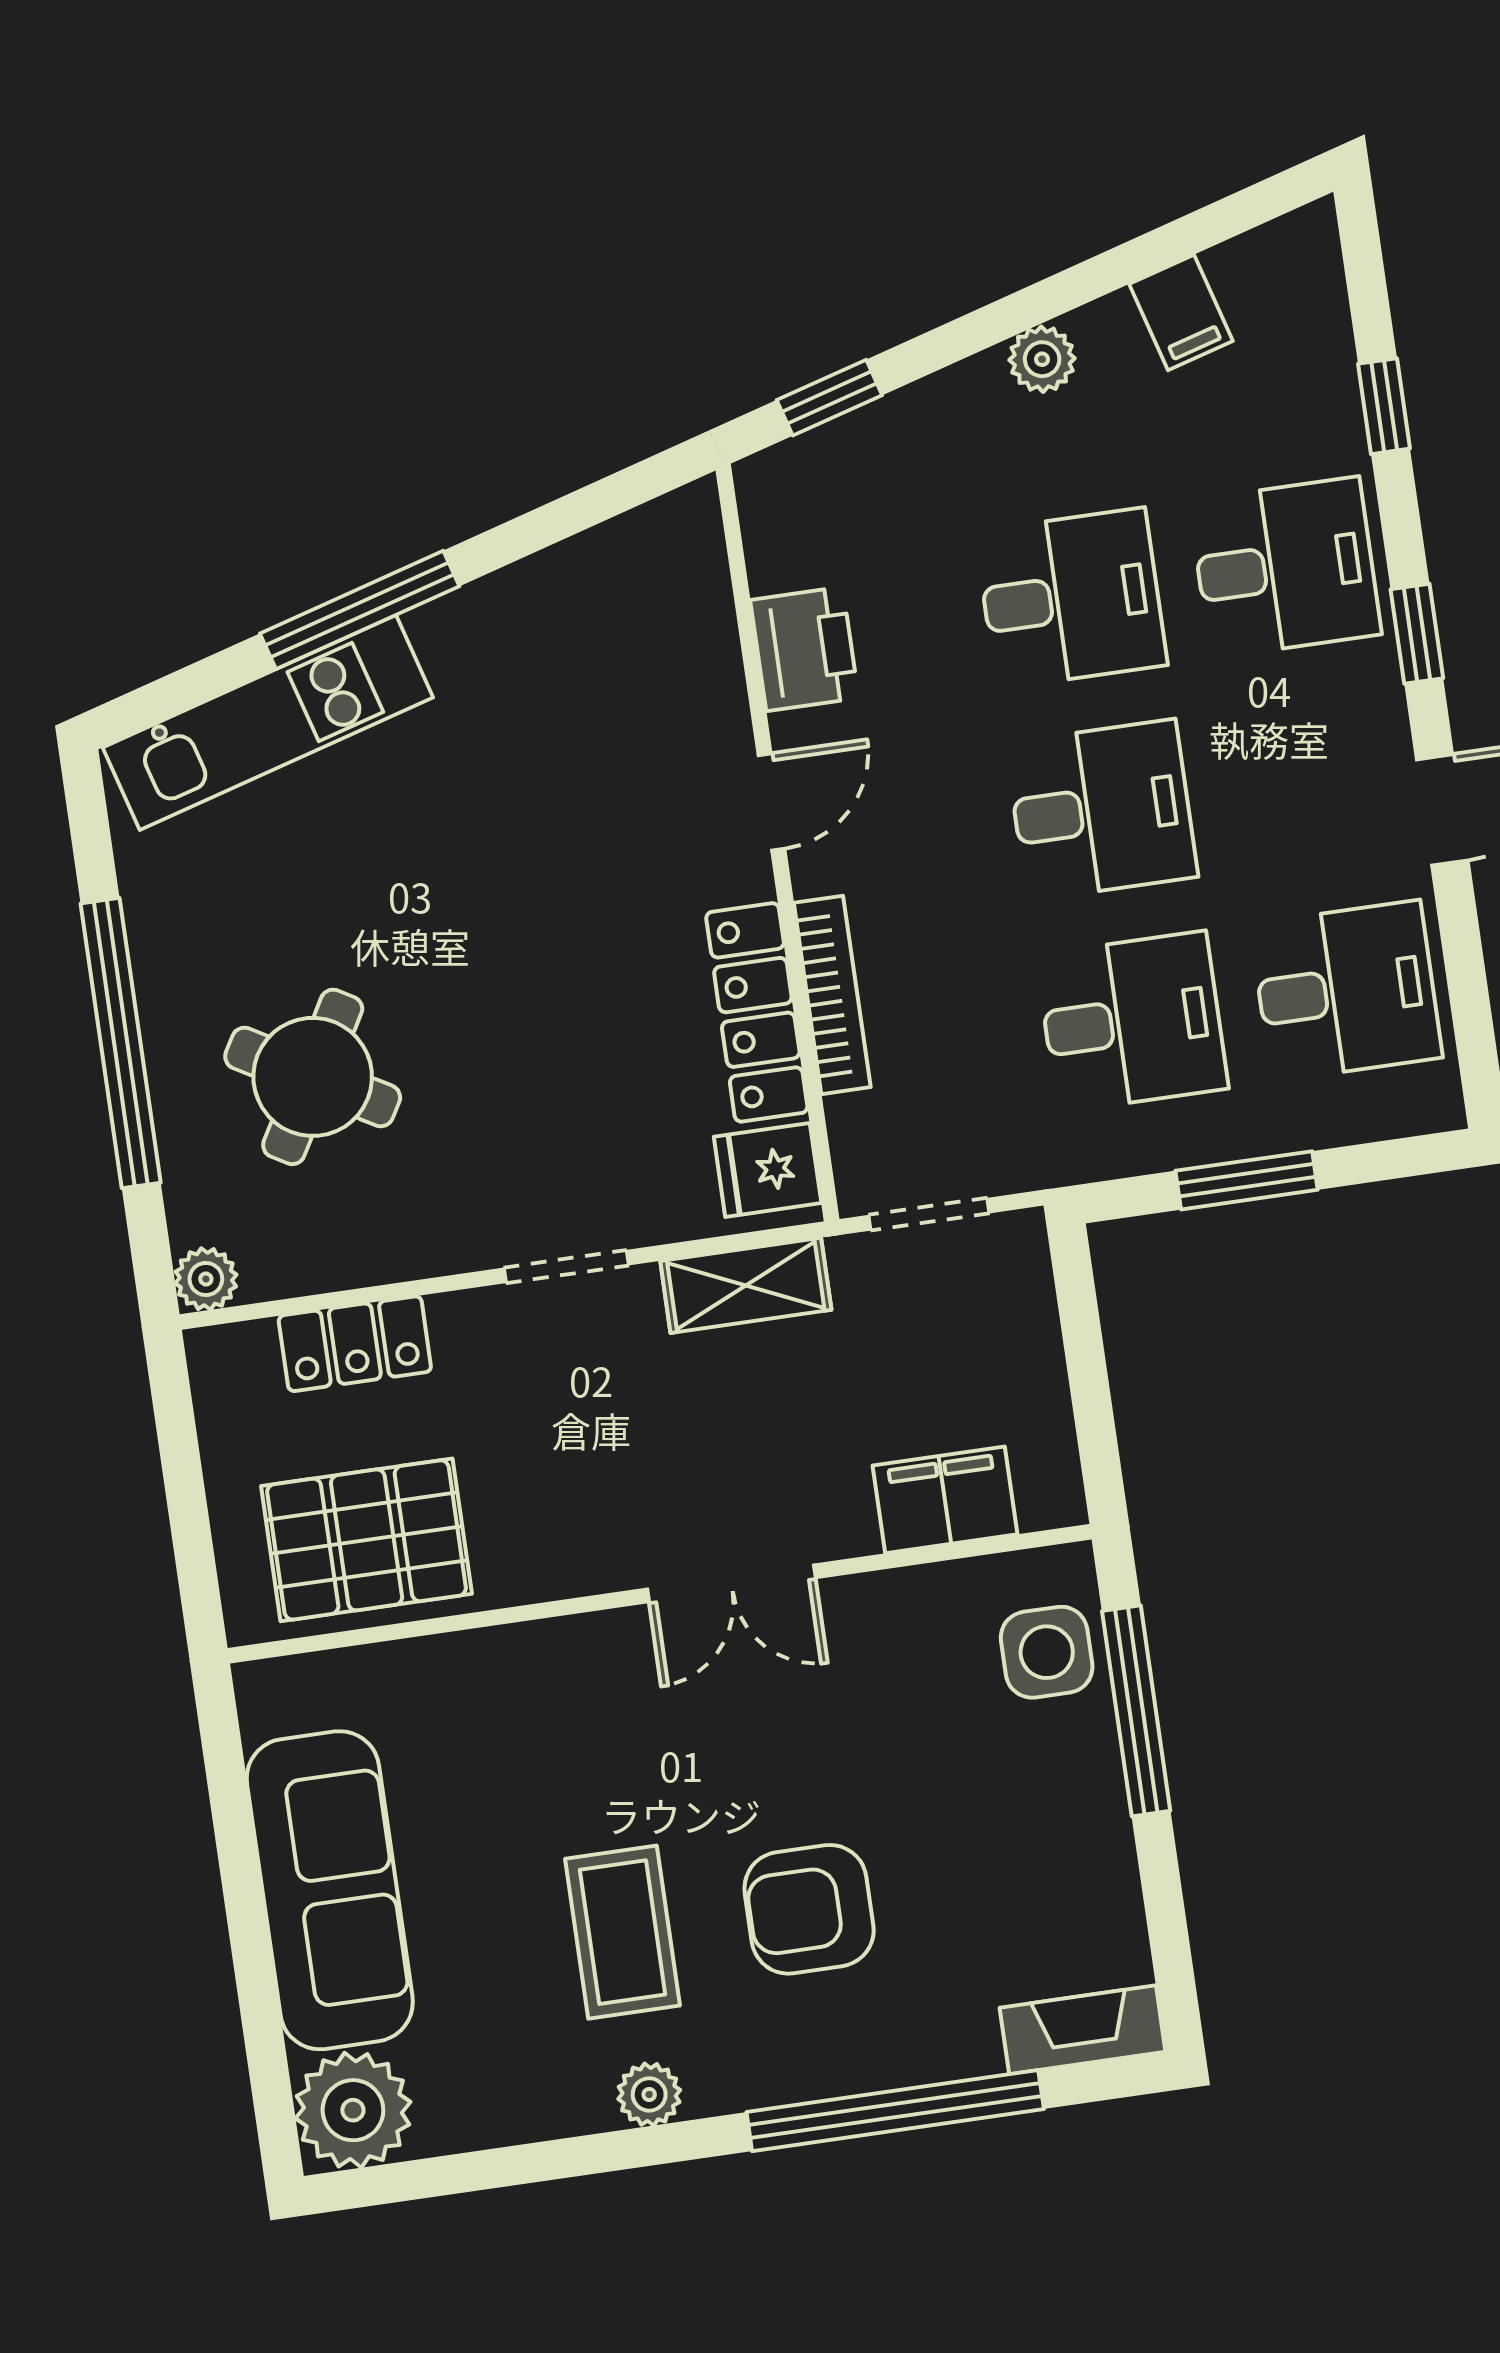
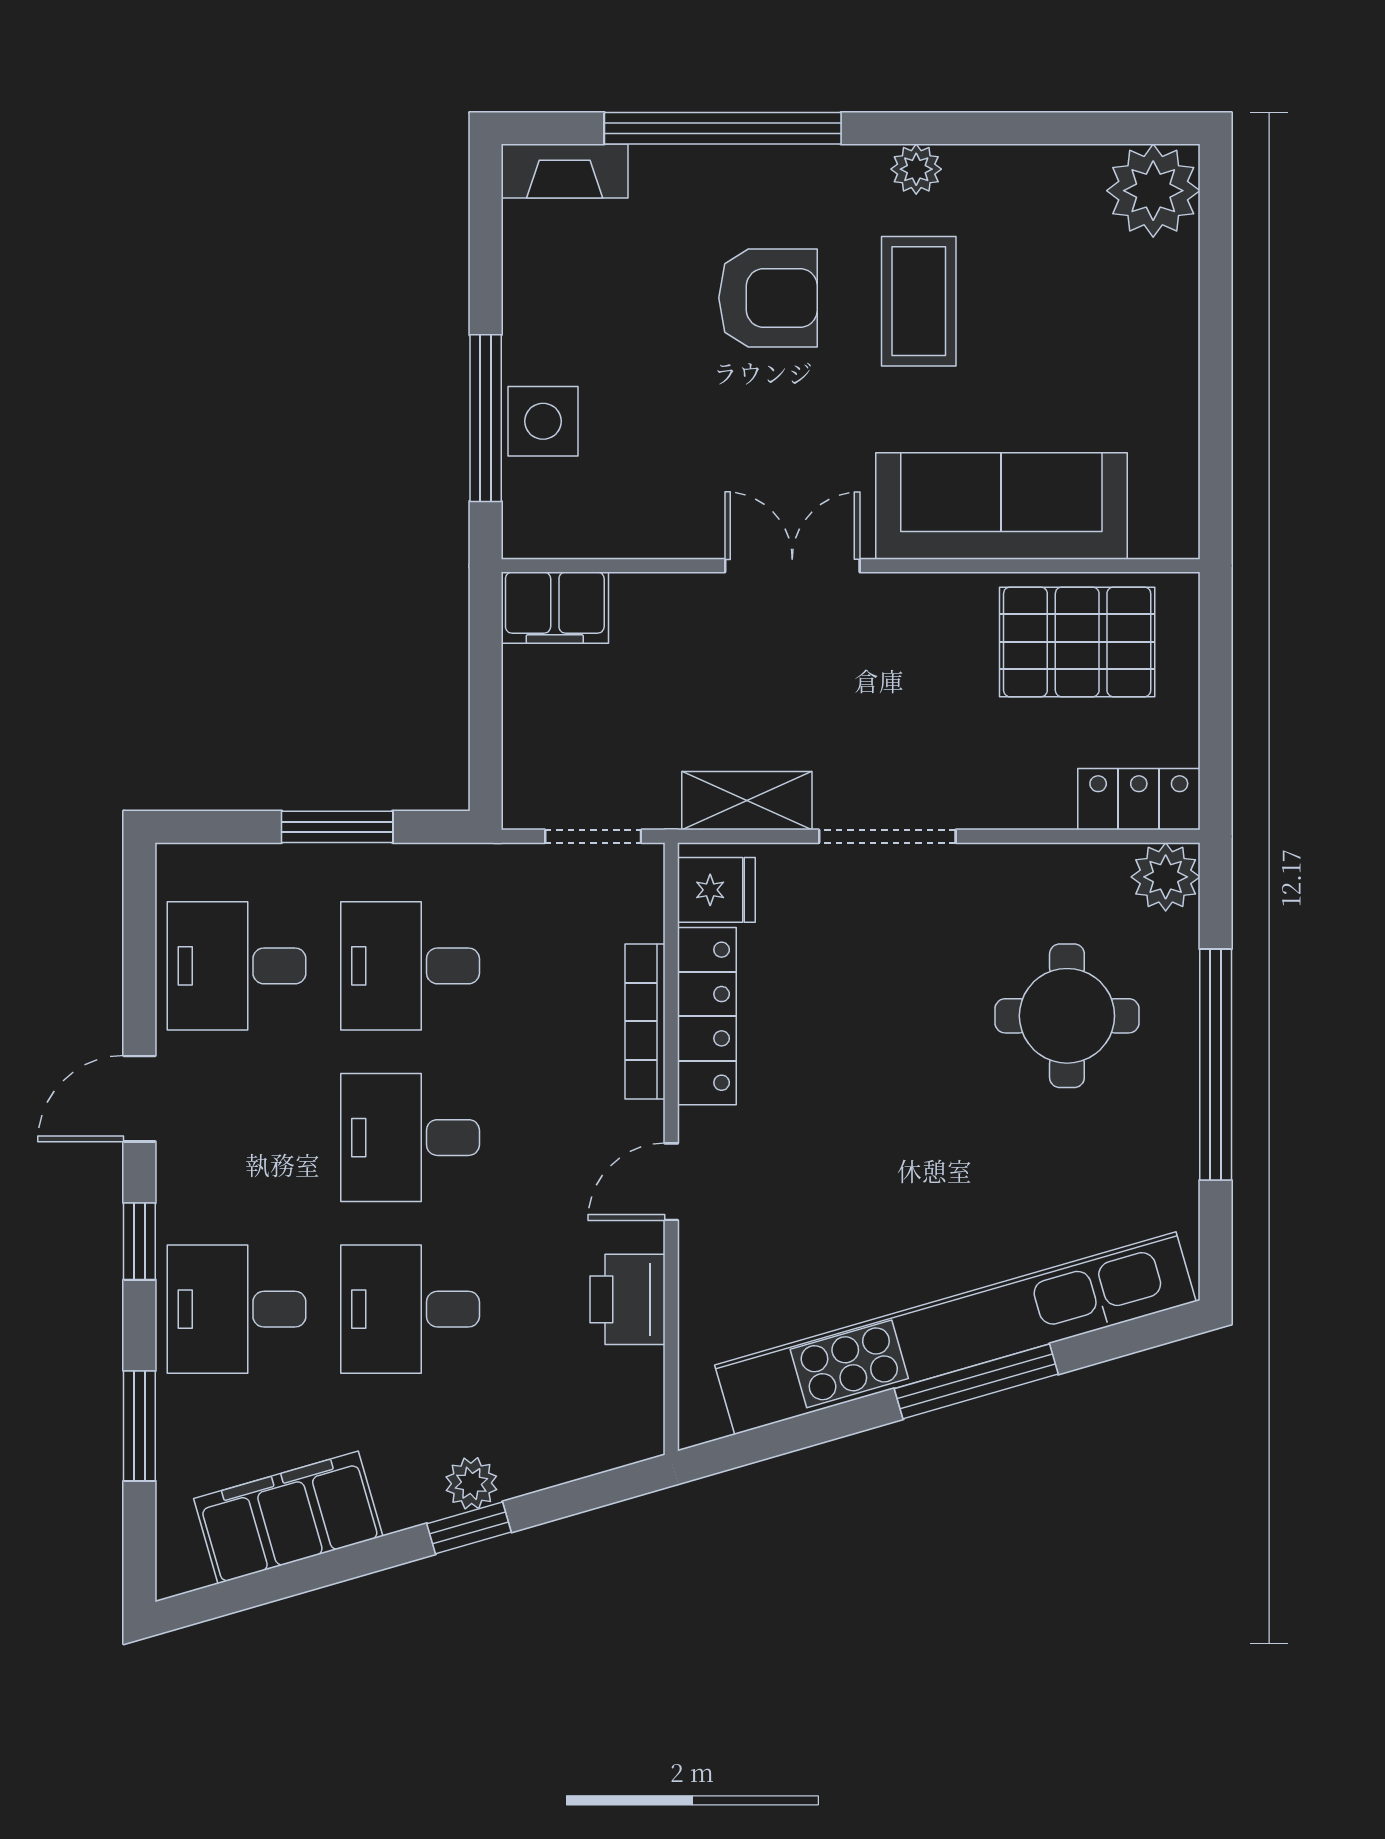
filing cabinet: (1181, 312) -> (288, 1517), width x3.00, depth x1.17
plant: (1042, 359) -> (471, 1483), moved
window: (829, 398) -> (469, 1528), moved
window: (1384, 406) -> (139, 1426), width x1.50
kitchen unit: (268, 722) -> (955, 1333), width x1.86
round table: (313, 1077) -> (1067, 1016), turned -30
doorway: (566, 1266) -> (887, 836), width x1.38
plant: (206, 1279) -> (1166, 877), width x1.38, depth x1.38
locker: (355, 1344) -> (1139, 799), moved
filing cabinet: (945, 1500) -> (555, 608), moved
side table: (1047, 1652) -> (543, 421), moved
sofa: (330, 1890) -> (1001, 506), moved, turned 90

